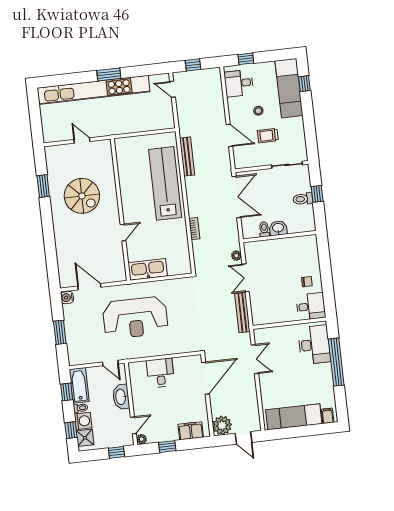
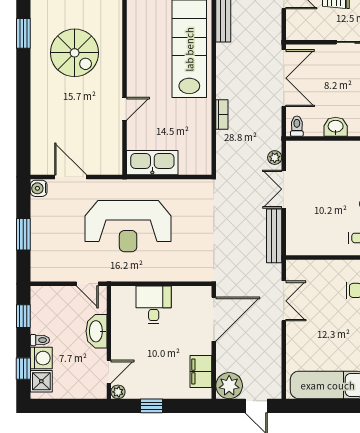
toilet: (264, 229) -> (297, 126), moved
bathtub: (79, 385) -> (42, 309), removed
filing cabinet: (191, 431) -> (201, 372), moved, turned -90
window: (117, 452) -> (82, 406), removed

